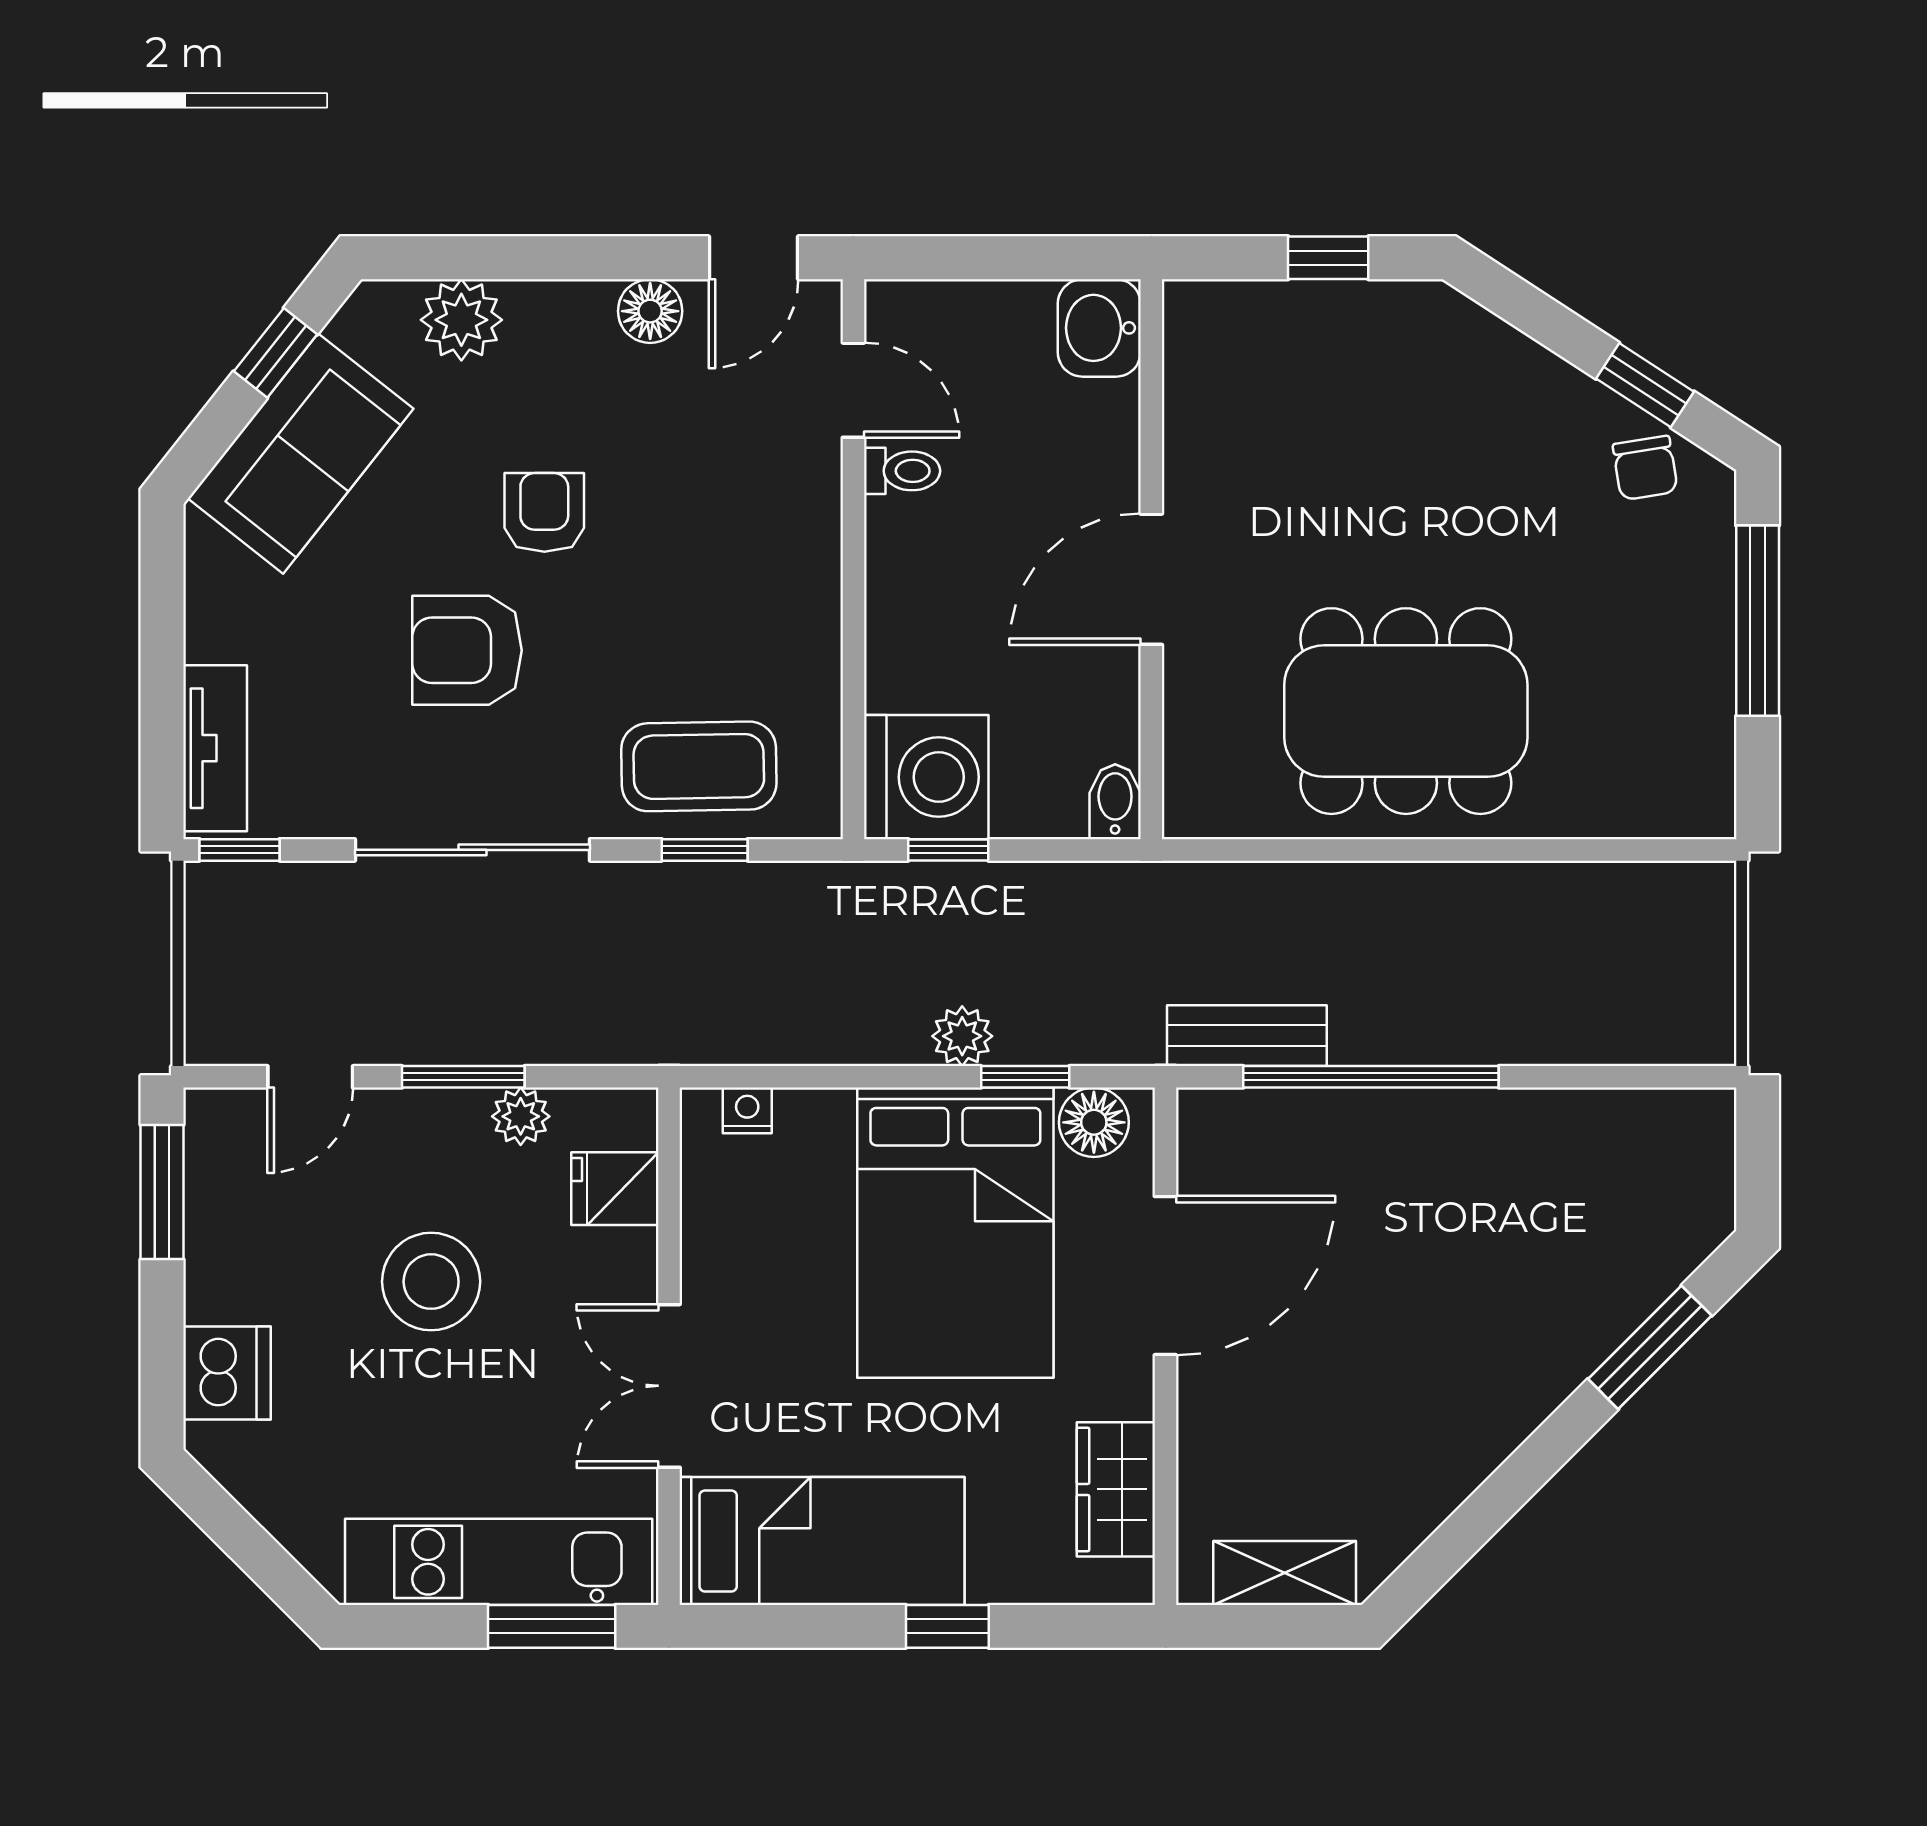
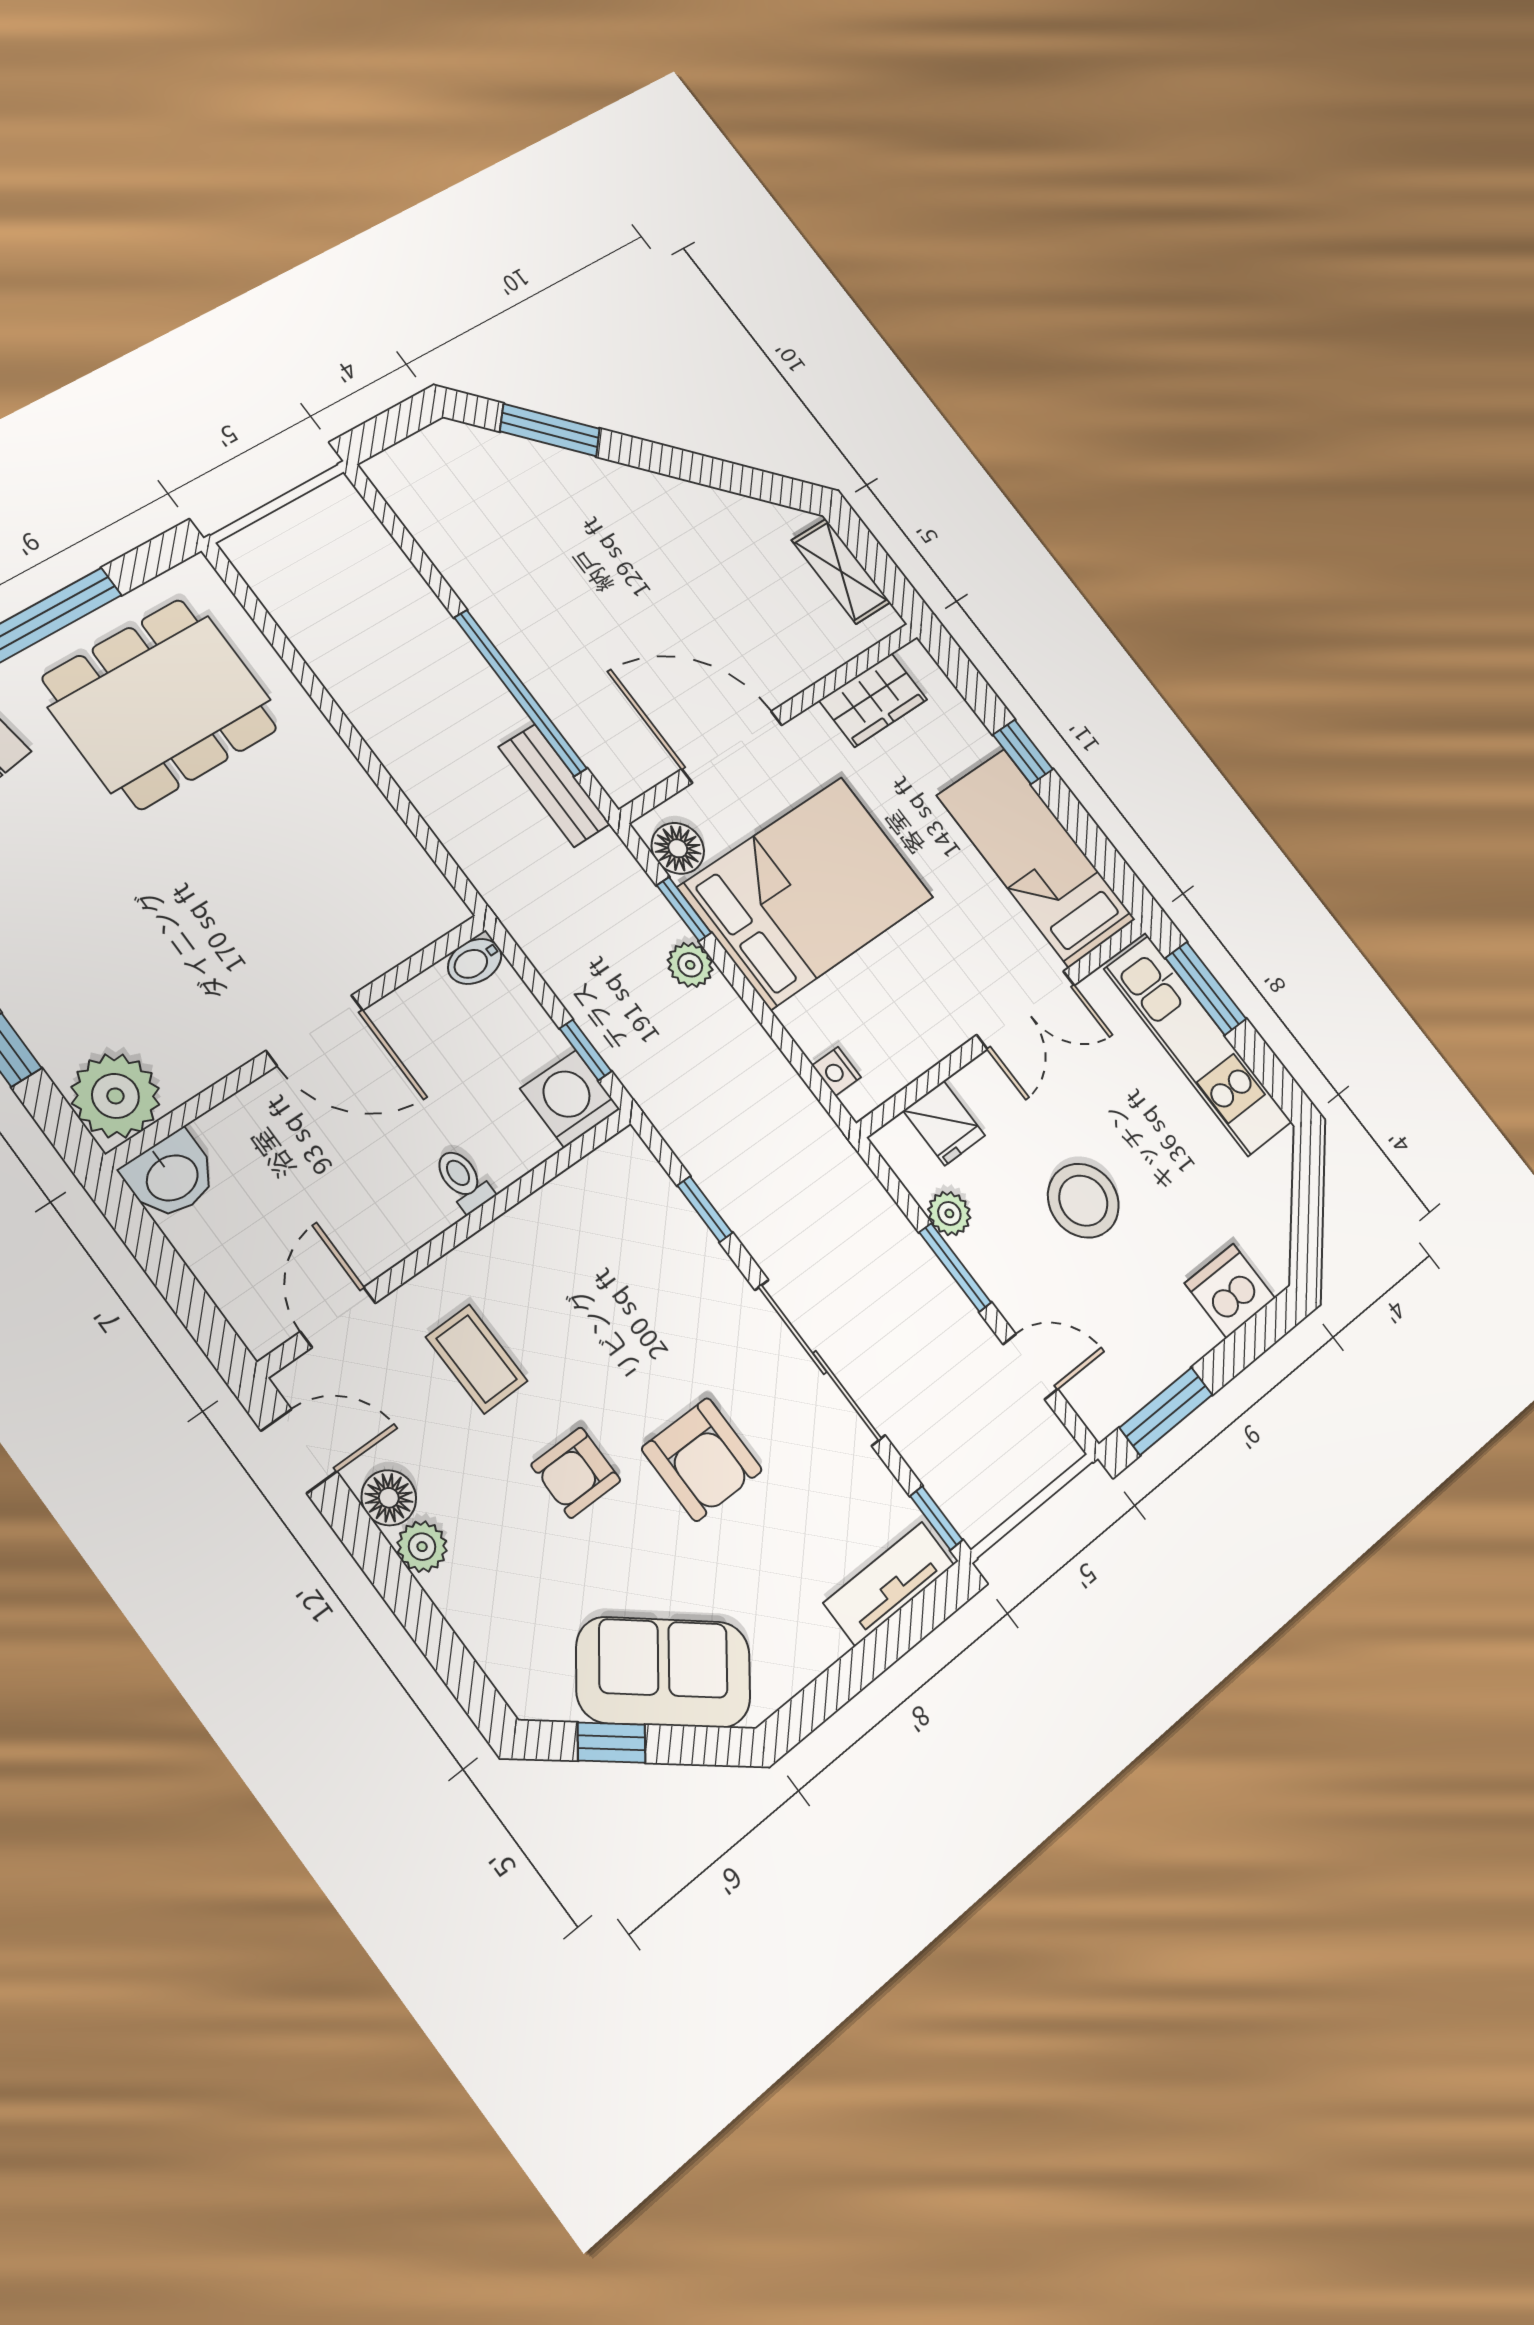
plant: (461, 320) -> (422, 1547), moved, width x0.73, depth x0.73
plant: (1214, 331) -> (115, 1096), added
toilet: (902, 471) -> (463, 1180), moved
dining table: (1406, 711) -> (160, 704), moved, turned 90
coffee table: (699, 766) -> (477, 1359), moved, width x0.73, depth x0.77
washing machine: (926, 777) -> (570, 1099), width x0.73, depth x0.73

